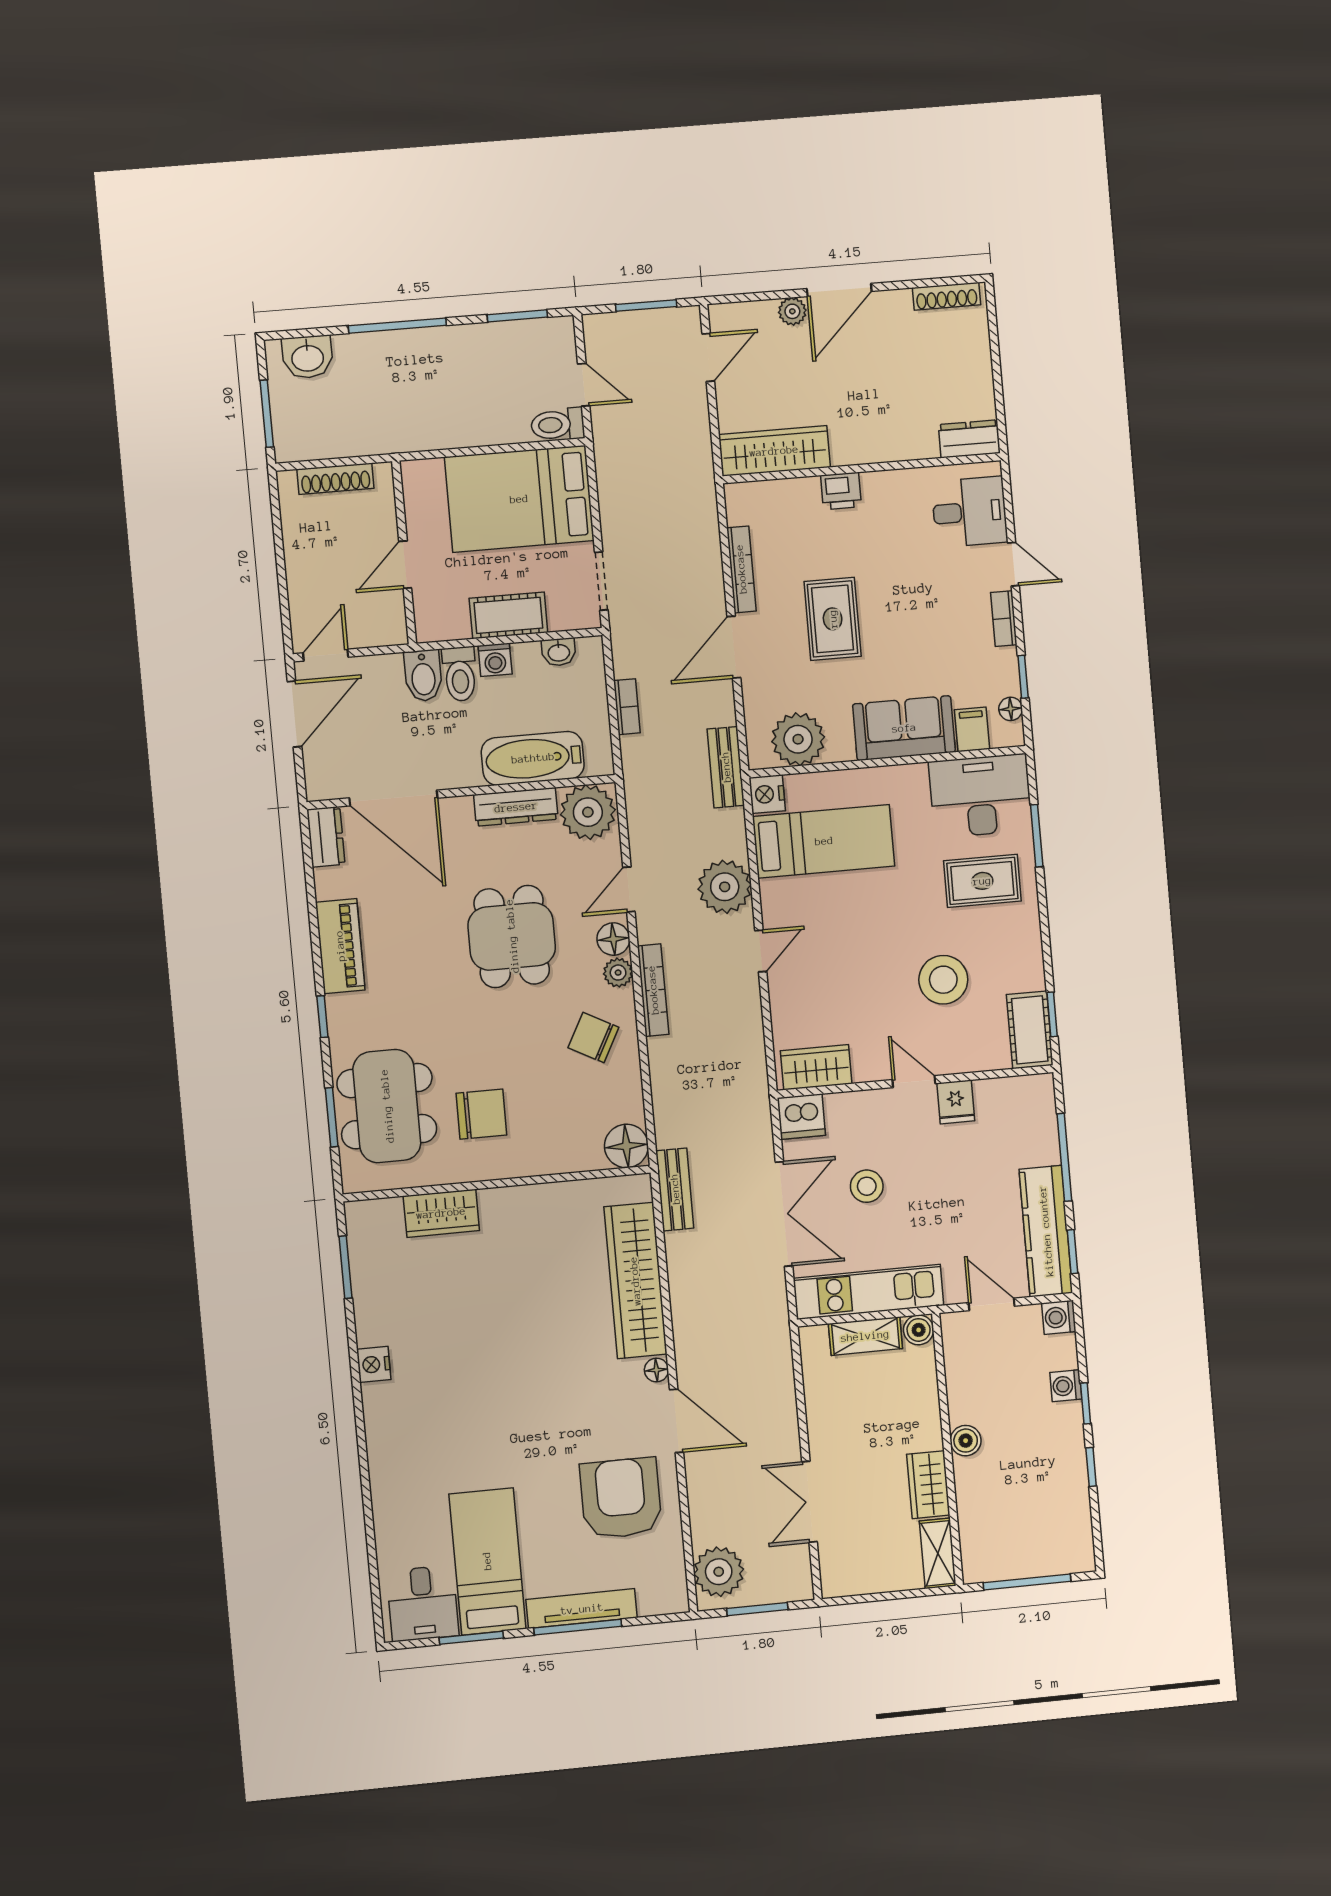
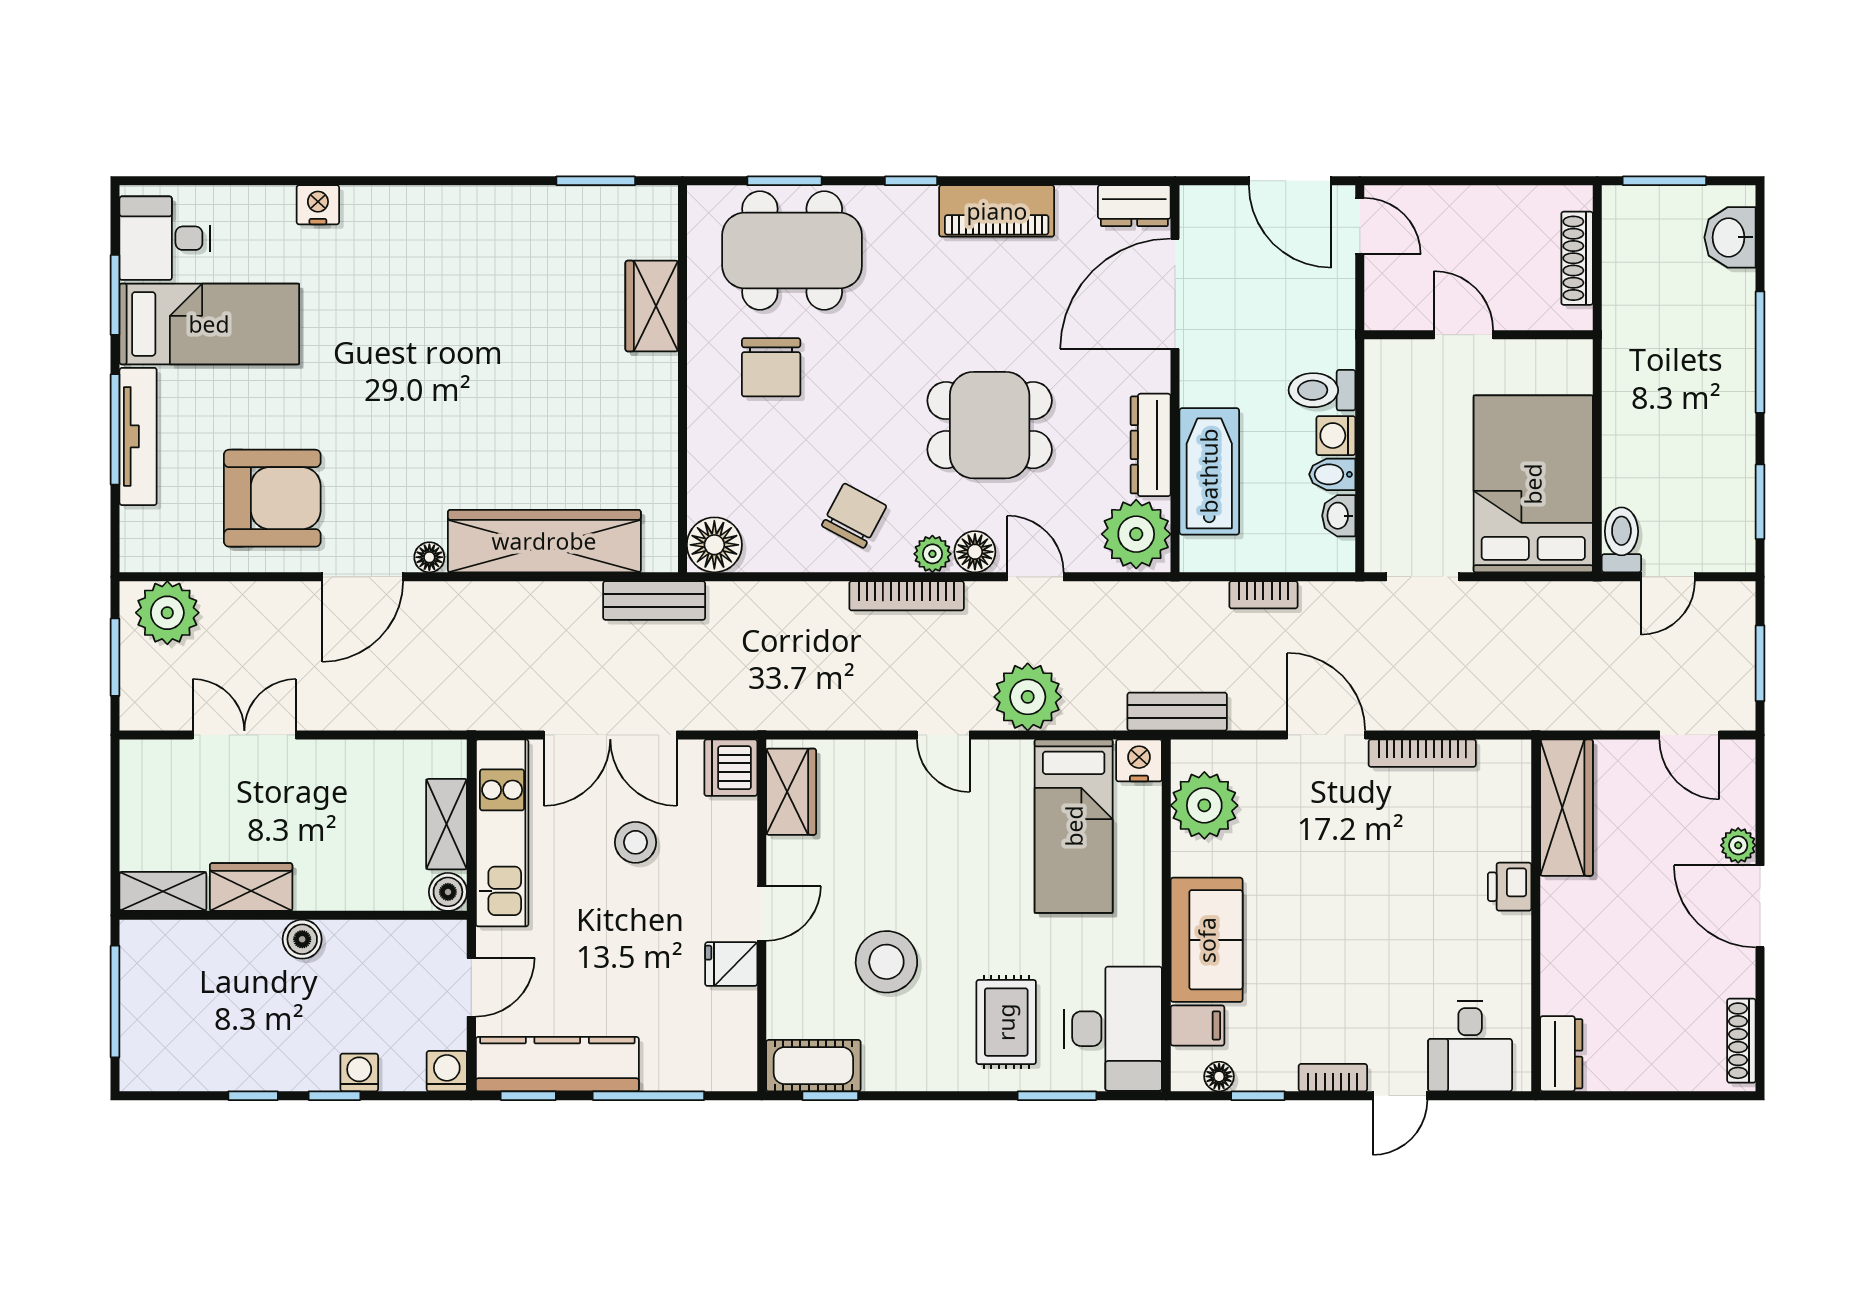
cot: (508, 615) -> (1390, 457), removed
rug: (833, 619) -> (1351, 862), removed
bidet: (423, 676) -> (1332, 474), moved, width x0.72, depth x0.74
nightstand: (374, 1364) -> (318, 205), moved

